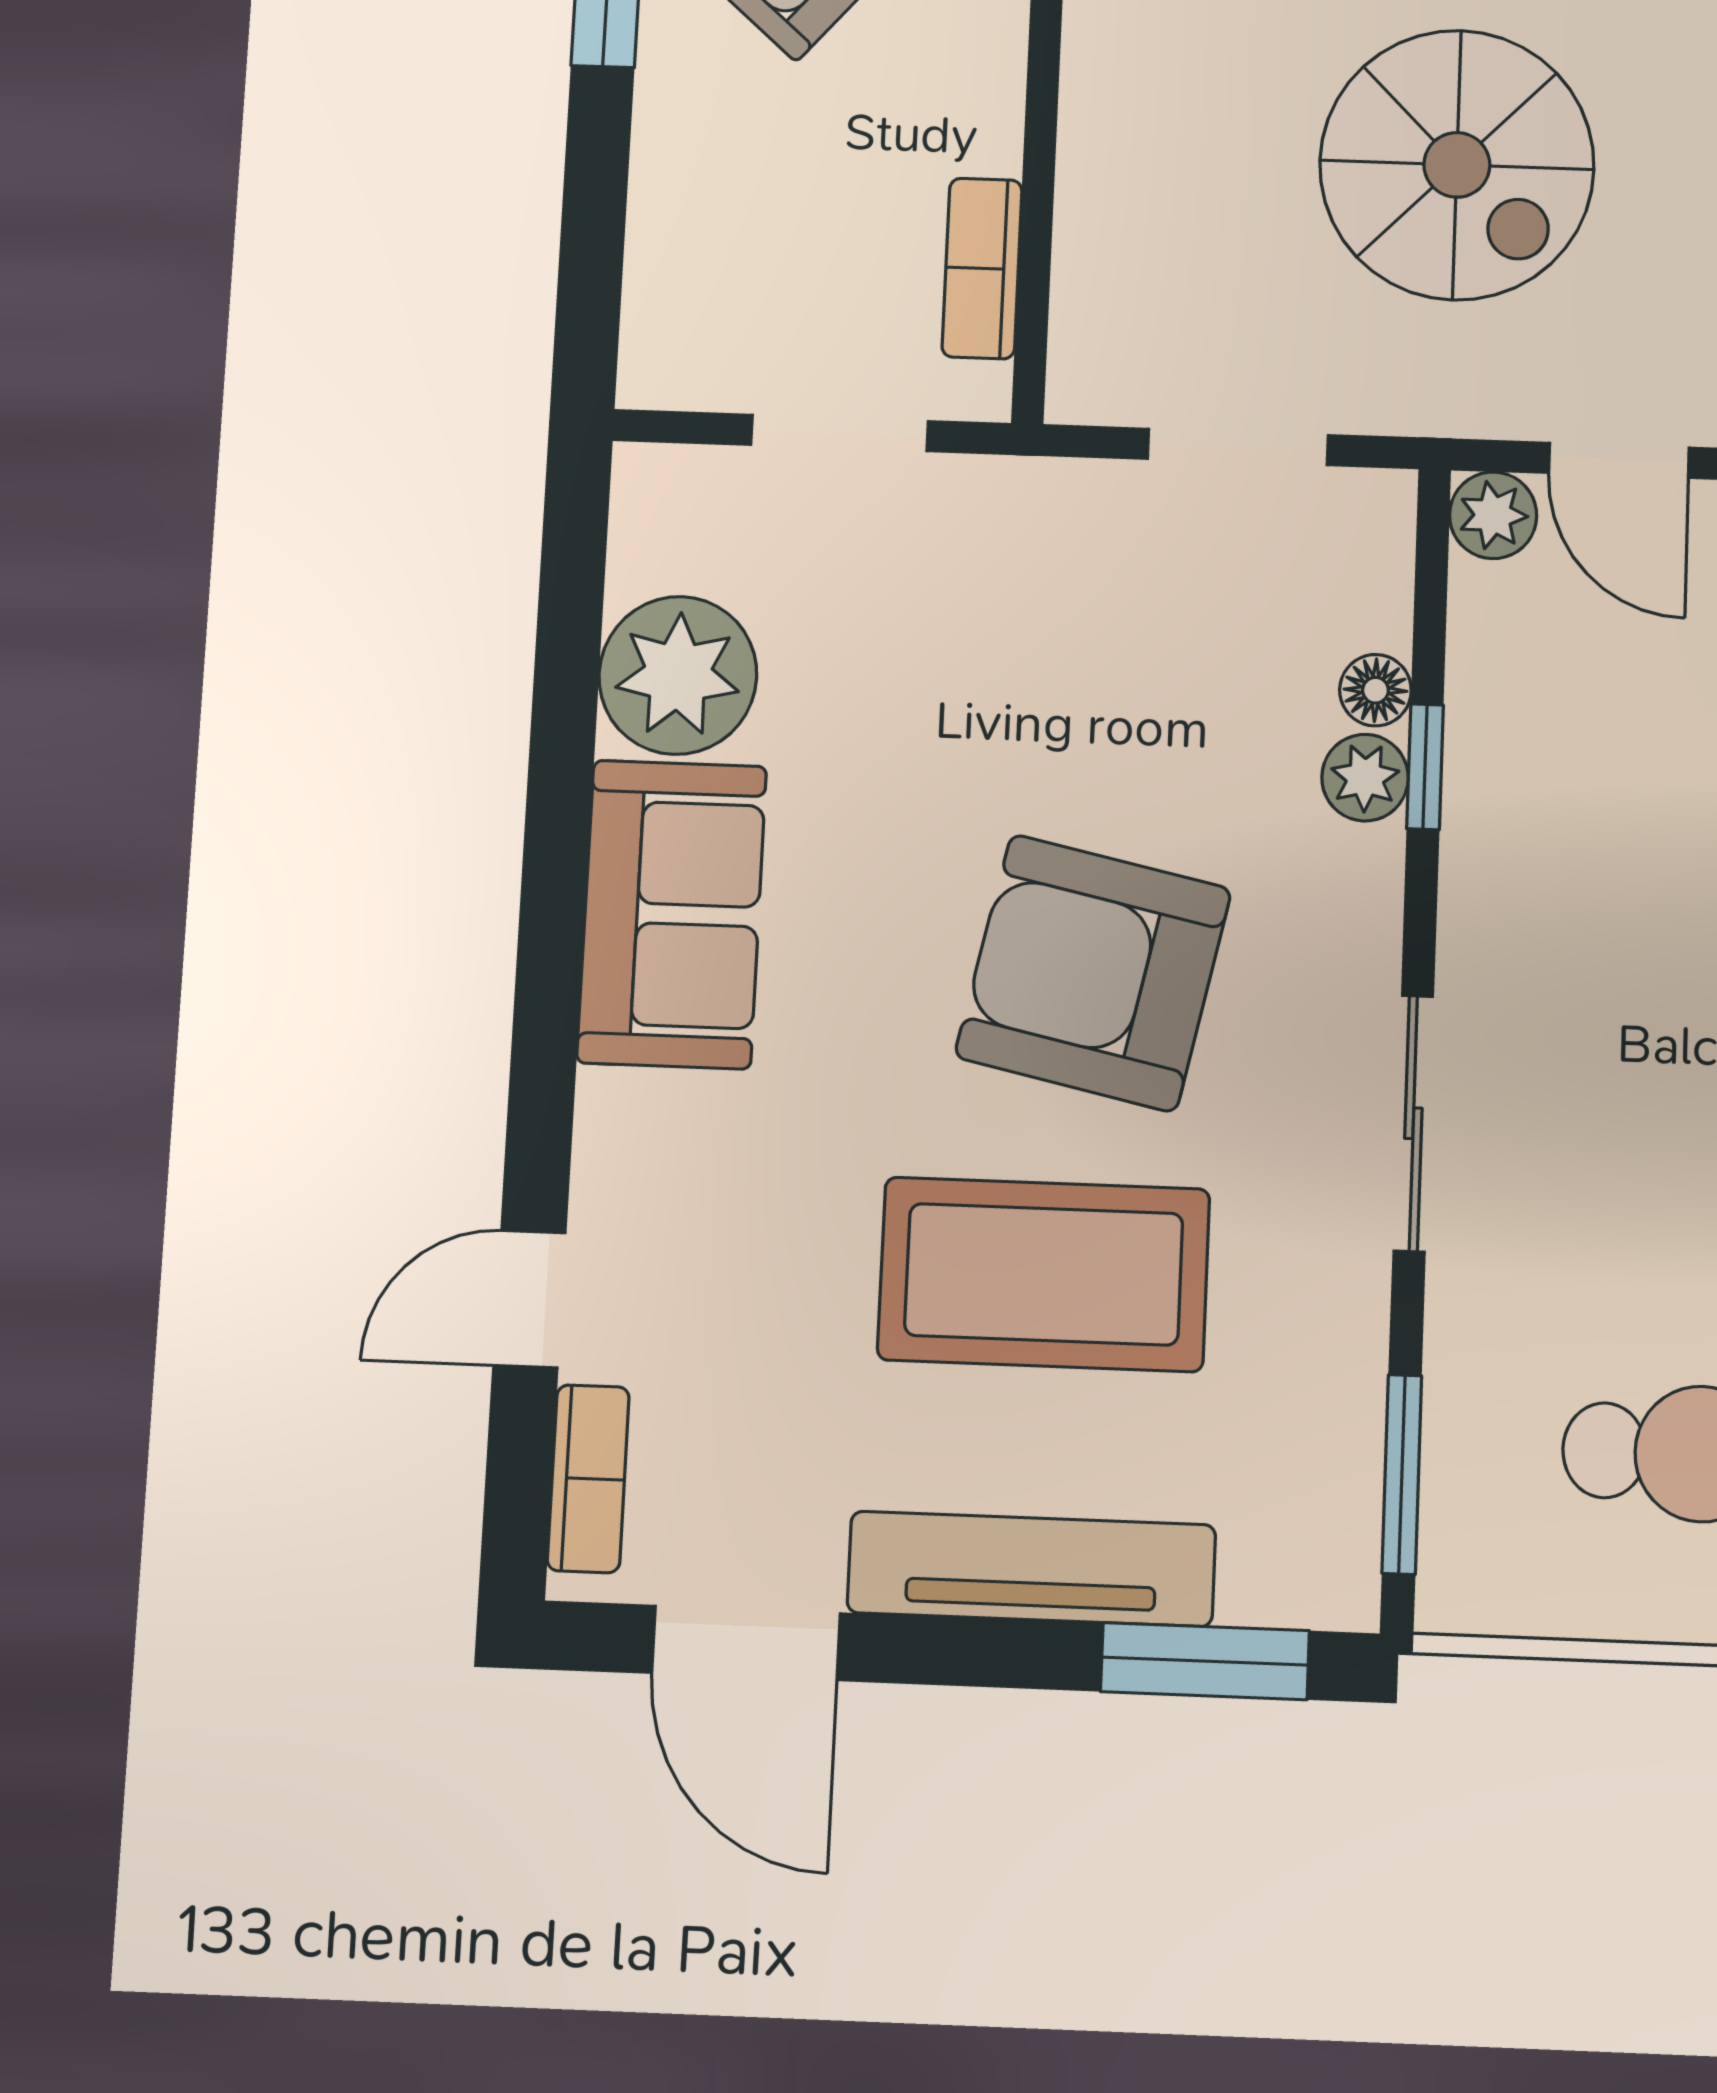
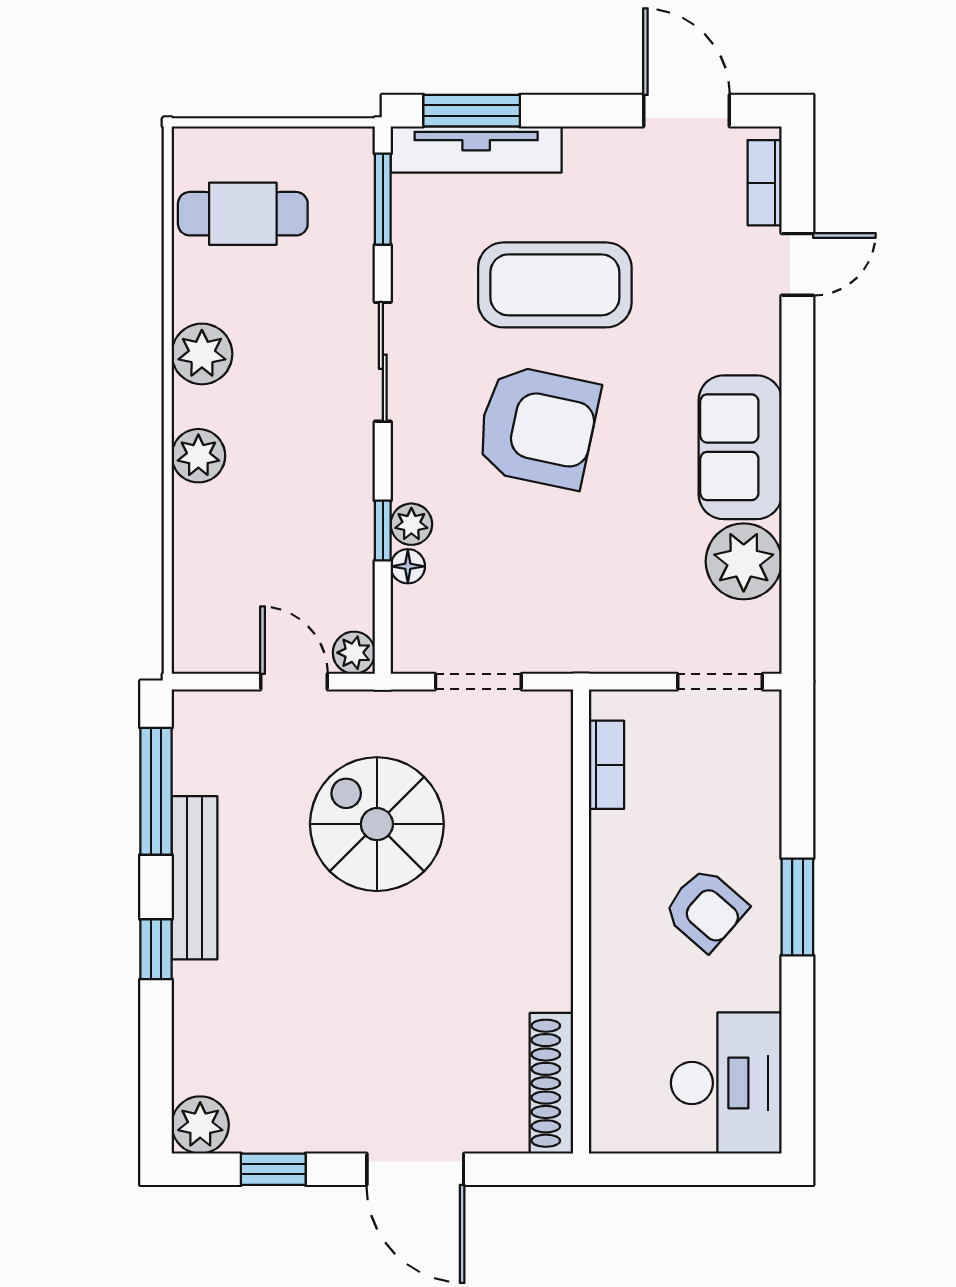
doorway: (840, 433) -> (720, 682), moved
tv unit: (1031, 1569) -> (476, 149), moved

